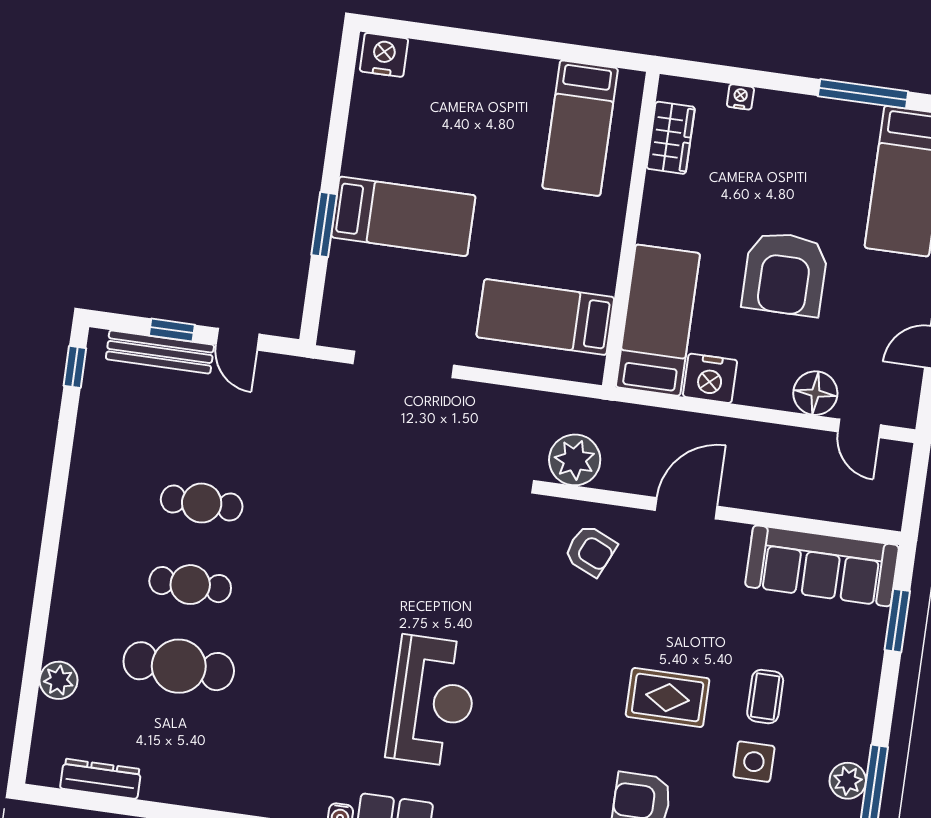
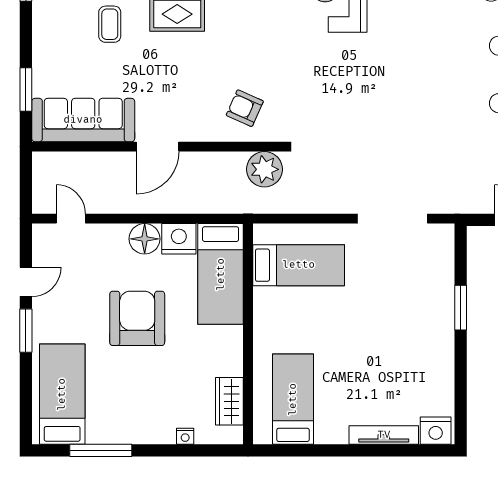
tv unit: (458, 59) -> (384, 435), added
bed: (403, 216) -> (407, 321), removed
floor lamp: (815, 393) -> (145, 239), moved
door: (686, 508) -> (158, 147), moved

